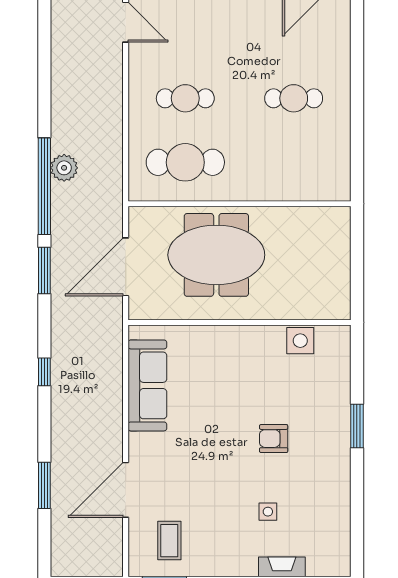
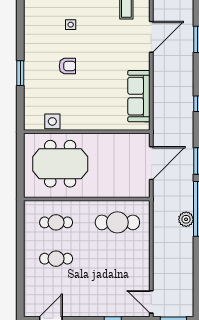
cafe table: (185, 98) -> (56, 222), moved
meeting table: (216, 255) -> (60, 164), moved

